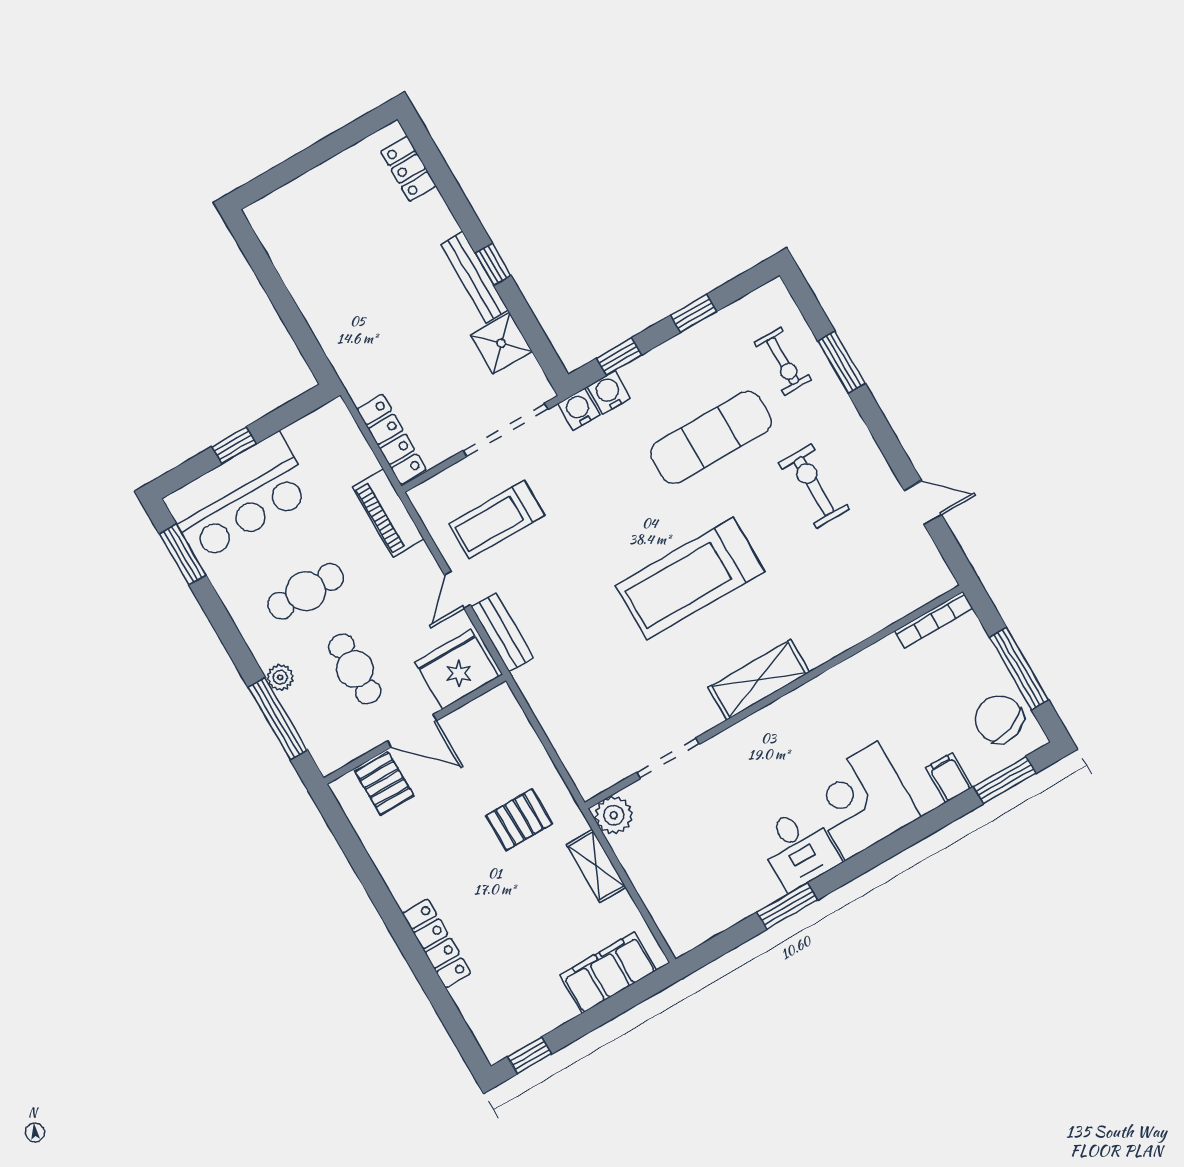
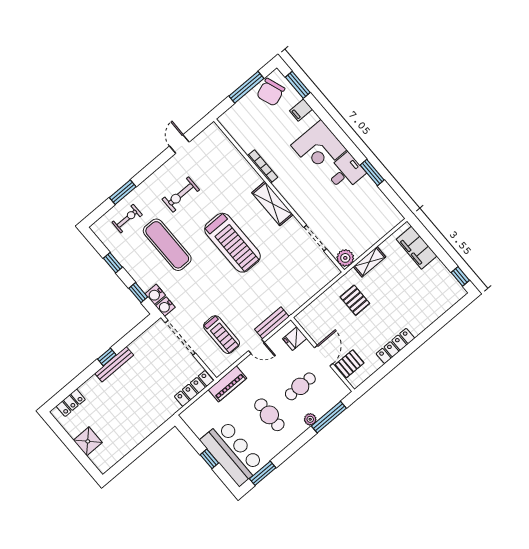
shower: (501, 343) -> (88, 441), moved
bookcase: (934, 620) -> (262, 167), moved
fridge: (457, 669) -> (295, 338), width x0.53, depth x0.75
locker: (437, 943) -> (395, 346), moved

